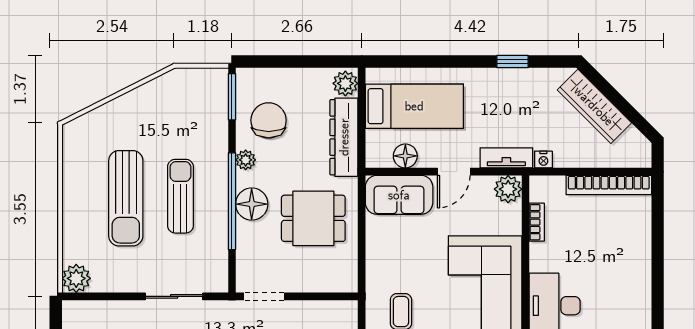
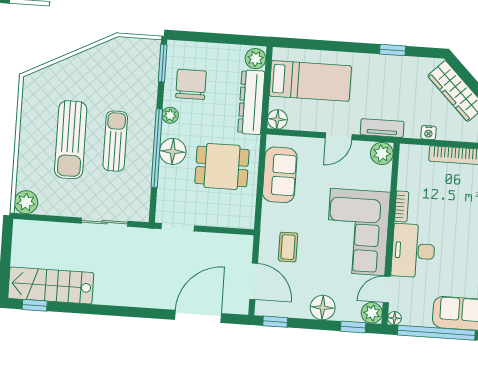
floor lamp: (405, 156) -> (277, 119), moved
nightstand: (543, 160) -> (429, 133), moved
sofa: (399, 195) -> (280, 175), moved, turned -90
bookcase: (537, 222) -> (402, 206), moved

